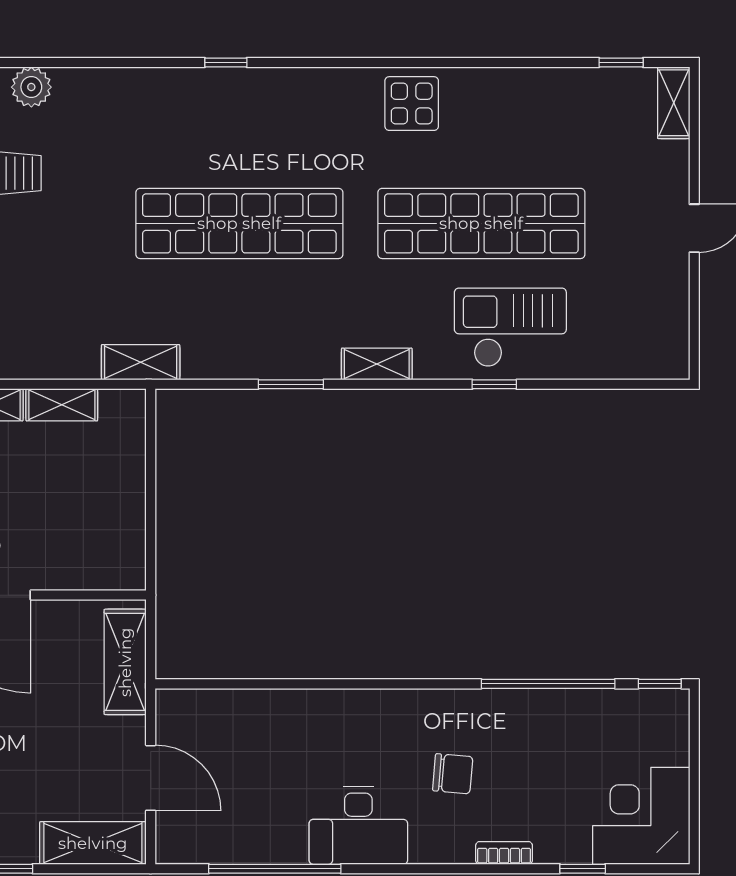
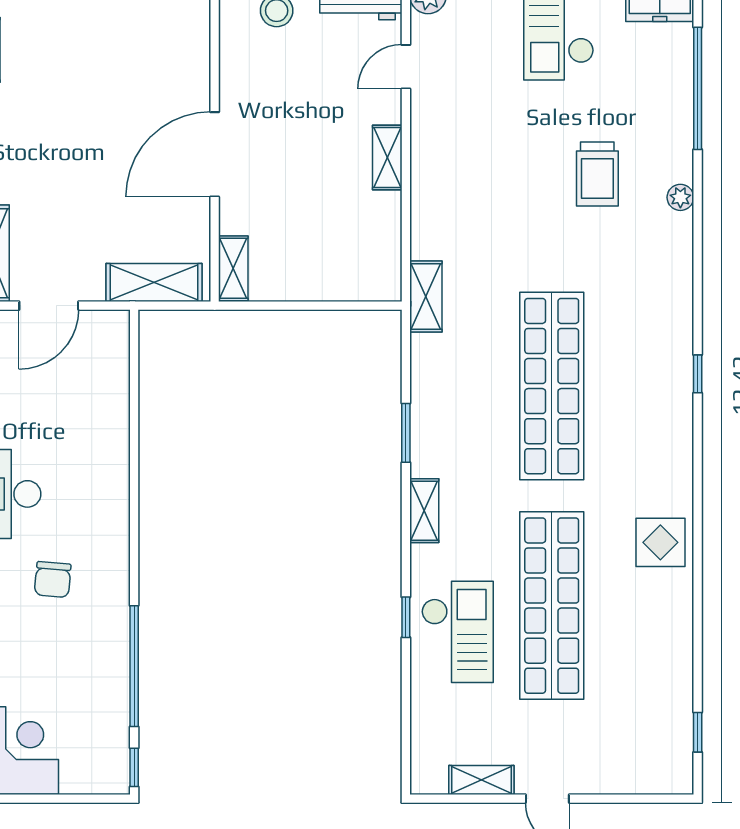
plant: (31, 87) -> (680, 197), width x0.73, depth x0.73
shelving: (674, 103) -> (481, 780), moved
shelving: (62, 405) -> (233, 268), moved

